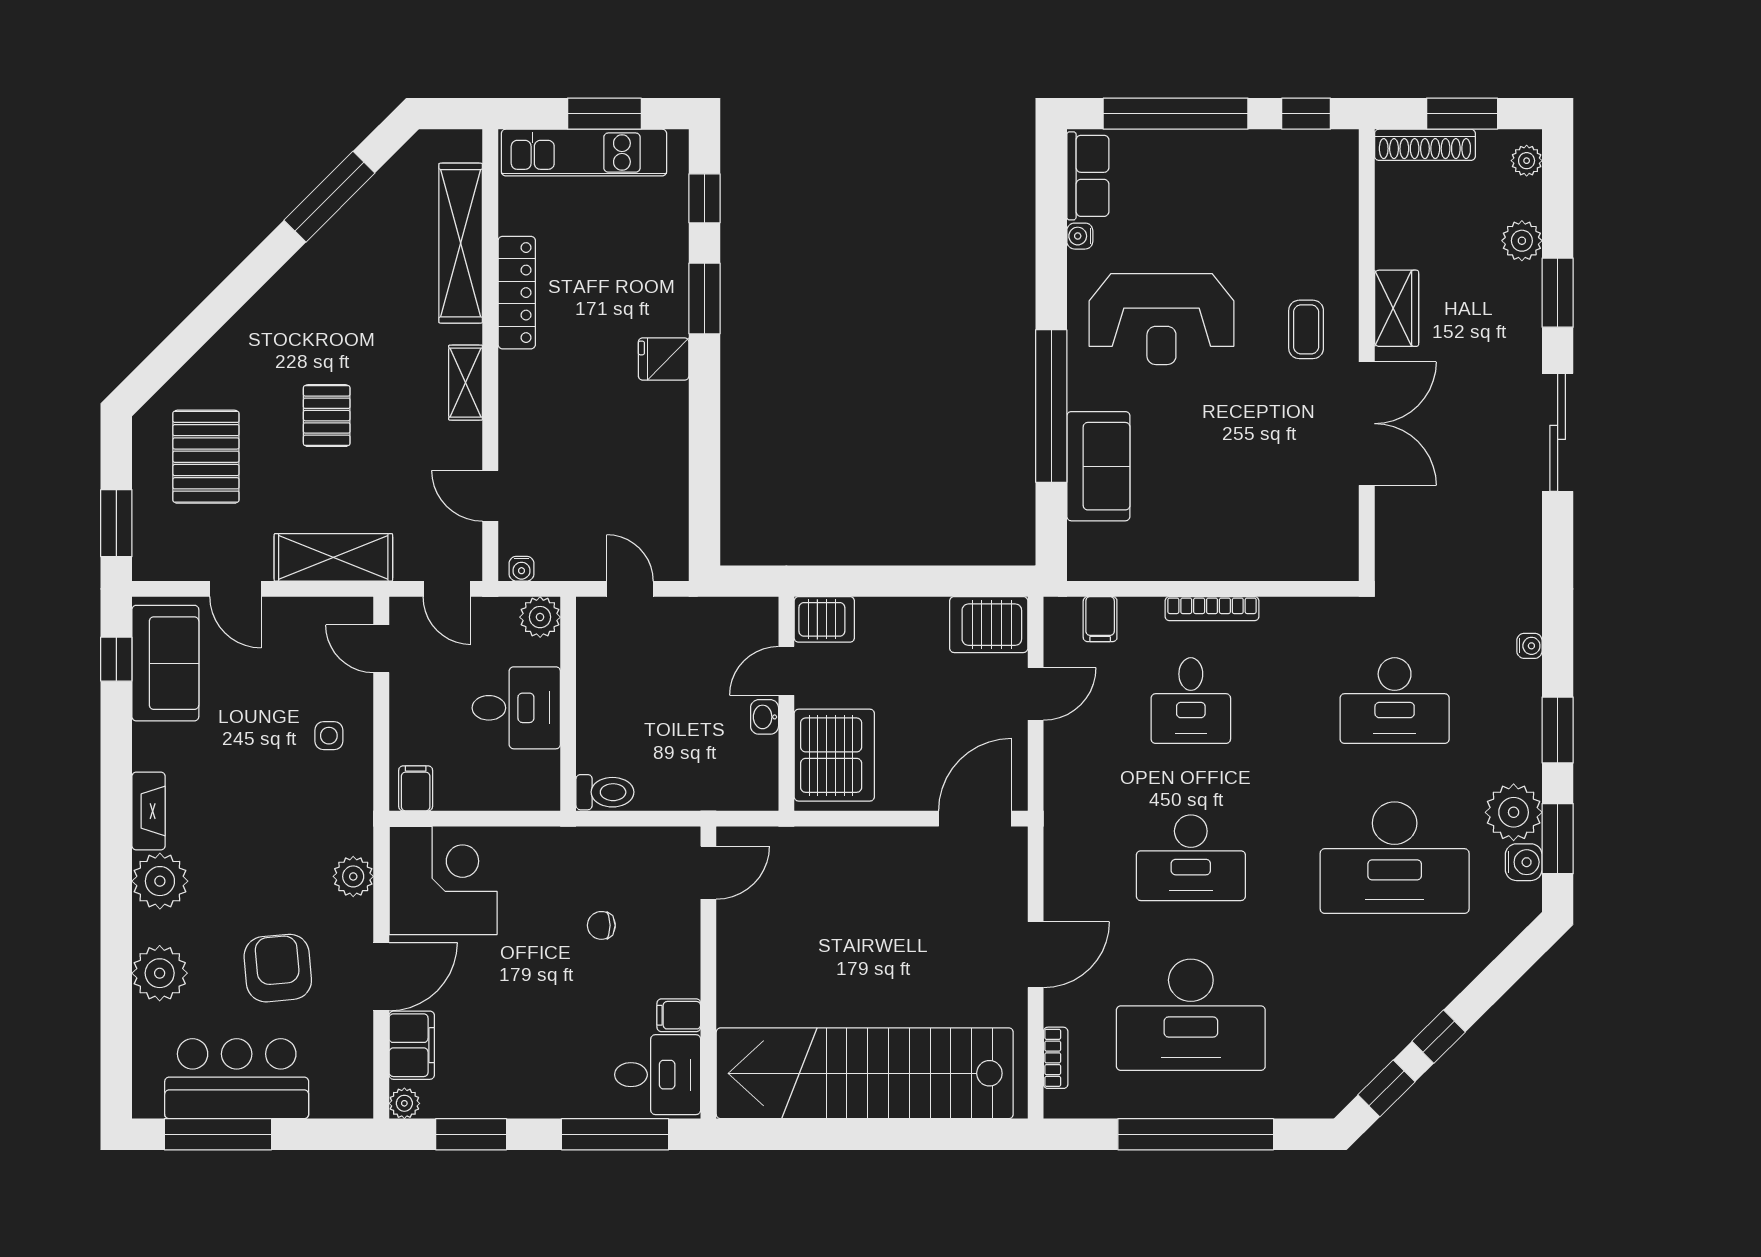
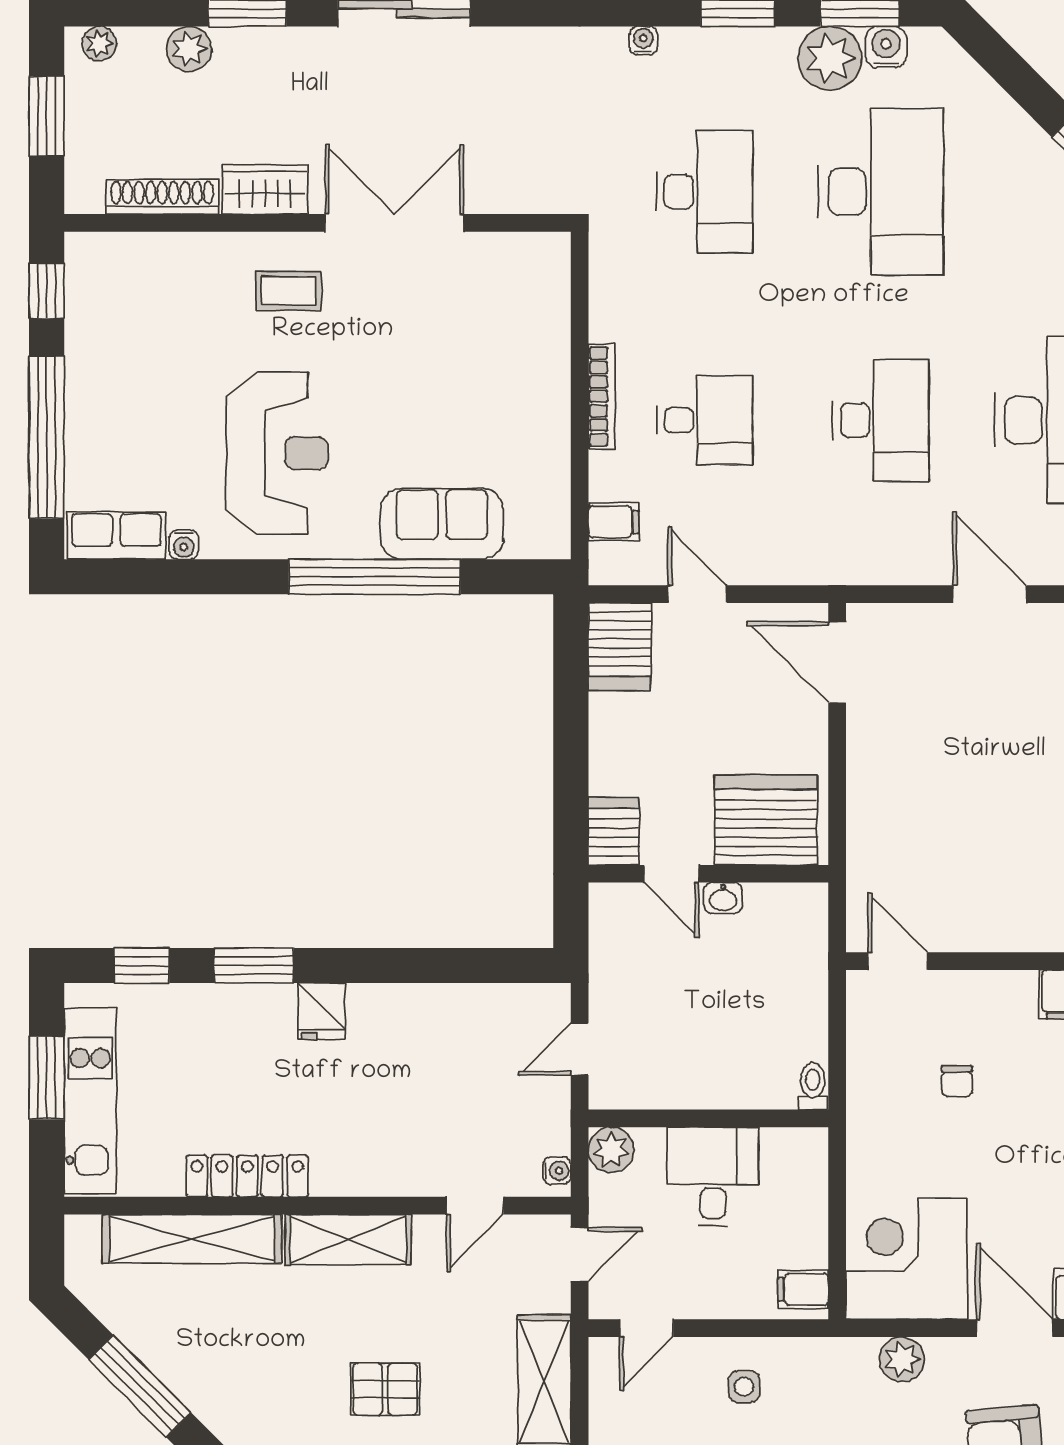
shoe rack: (1425, 145) -> (162, 197), moved, turned -90
shelving: (466, 383) -> (348, 1240), width x1.50, depth x1.33
toilet: (605, 792) -> (813, 1086), width x0.73, depth x0.72

